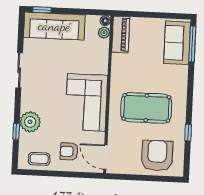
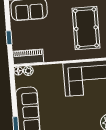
window: (146, 15) -> (9, 38), added

